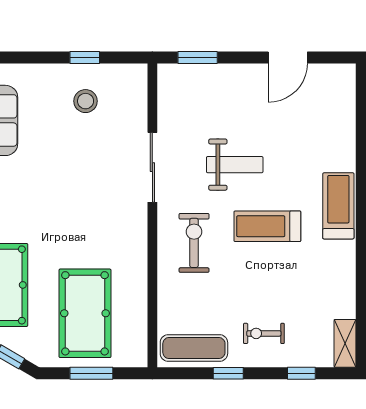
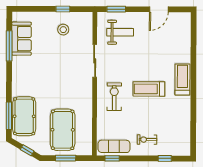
weight bench: (235, 165) -> (120, 32), moved
shelving: (345, 343) -> (185, 144), removed
window: (228, 373) -> (112, 158), moved

